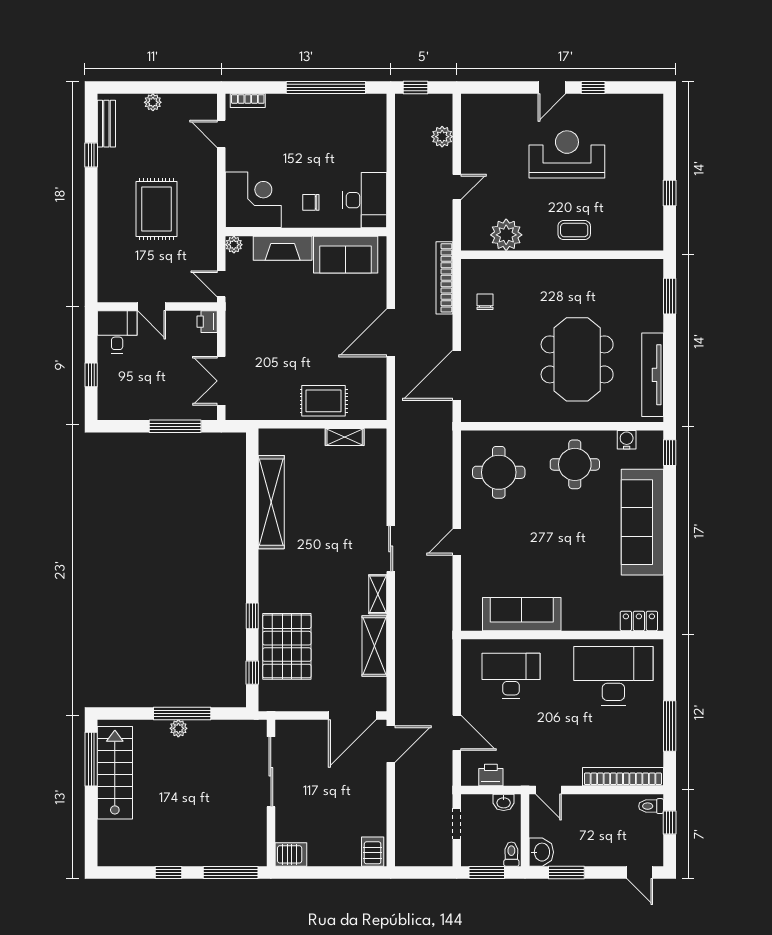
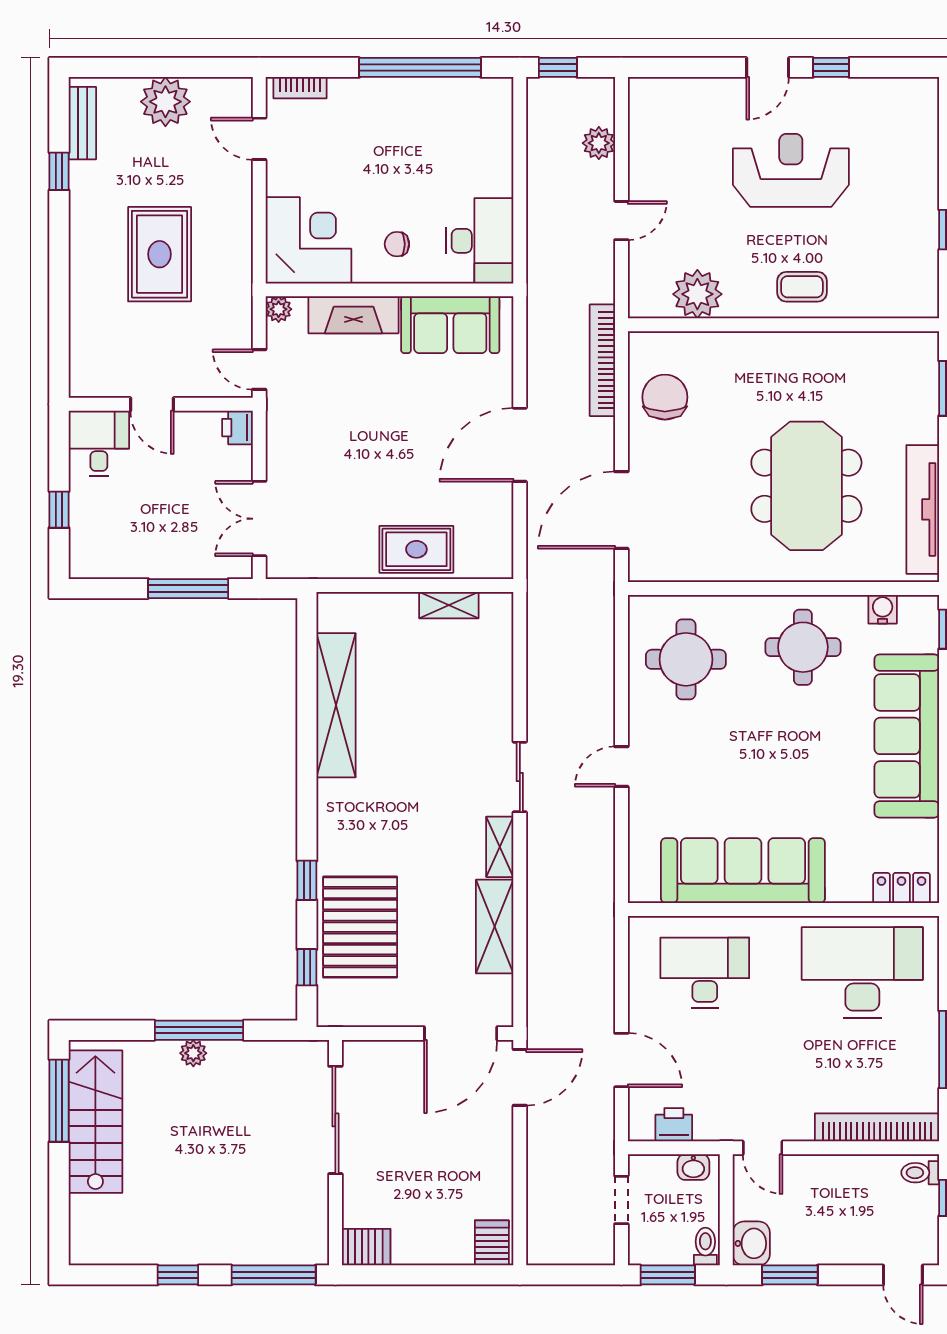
plant: (153, 102) -> (165, 102), width x1.88, depth x1.88
chair: (485, 302) -> (665, 397), width x1.87, depth x1.87
sofa: (522, 614) -> (743, 871), width x1.36, depth x1.27

